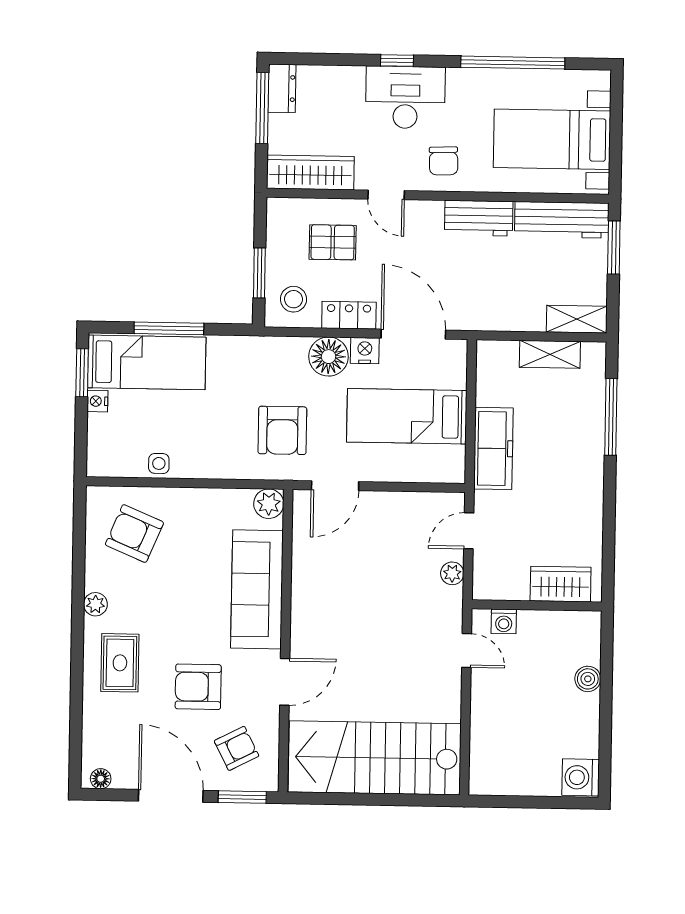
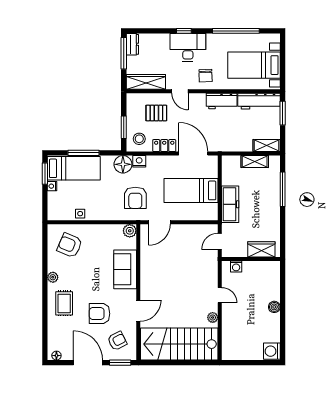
nightstand: (365, 351) -> (139, 161), moved
floor lamp: (329, 357) -> (123, 164), moved
plant: (452, 573) -> (213, 317), moved
wardrobe: (561, 584) -> (261, 249), moved
sofa: (257, 589) -> (125, 269), width x0.73
wall: (537, 605) -> (251, 259), moved
washing machine: (504, 621) -> (236, 267), moved

